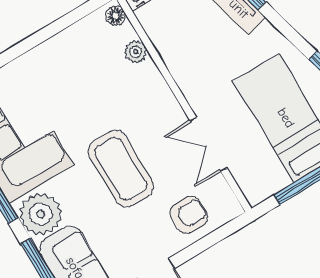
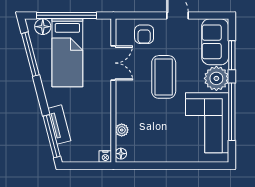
armchair: (189, 215) -> (144, 34), turned -90

